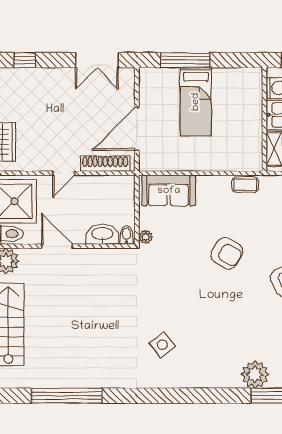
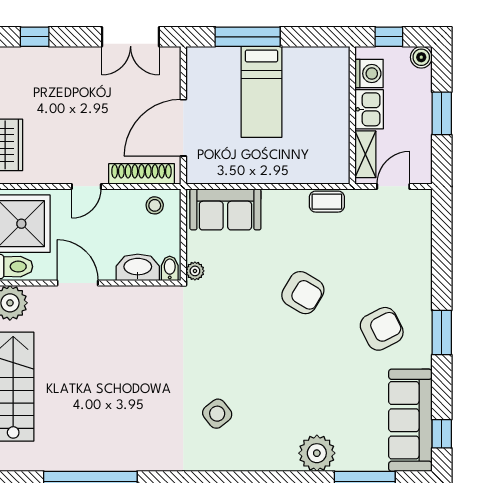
stool: (115, 187) -> (155, 205), added
plant: (255, 375) -> (317, 453), moved

